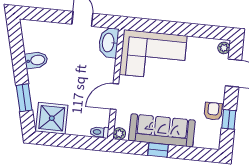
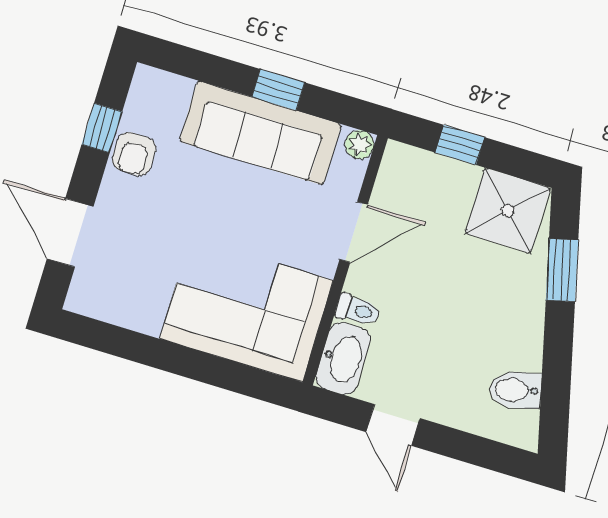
plant: (224, 48) -> (81, 294), removed
bidet: (36, 60) -> (515, 390), moved
toilet: (100, 132) -> (358, 310), moved
window: (77, 142) -> (460, 145), added

